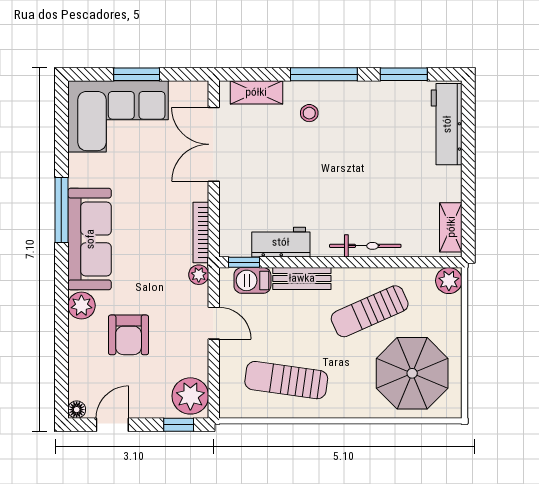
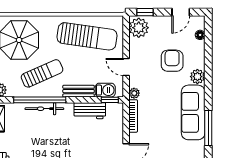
window: (374, 262) -> (40, 100), added
sun lounger: (286, 380) -> (87, 36), width x1.36, depth x1.34
floor lamp: (77, 410) -> (200, 35), moved

